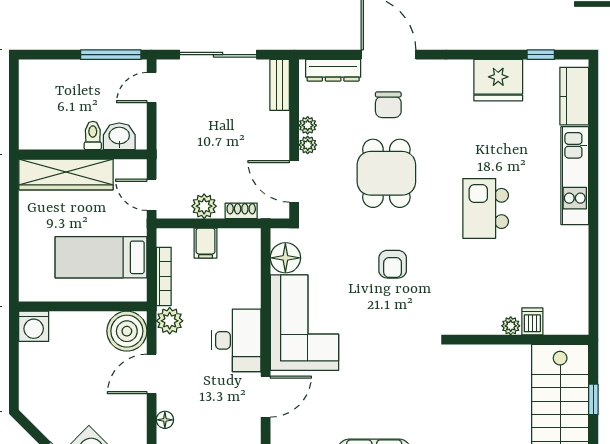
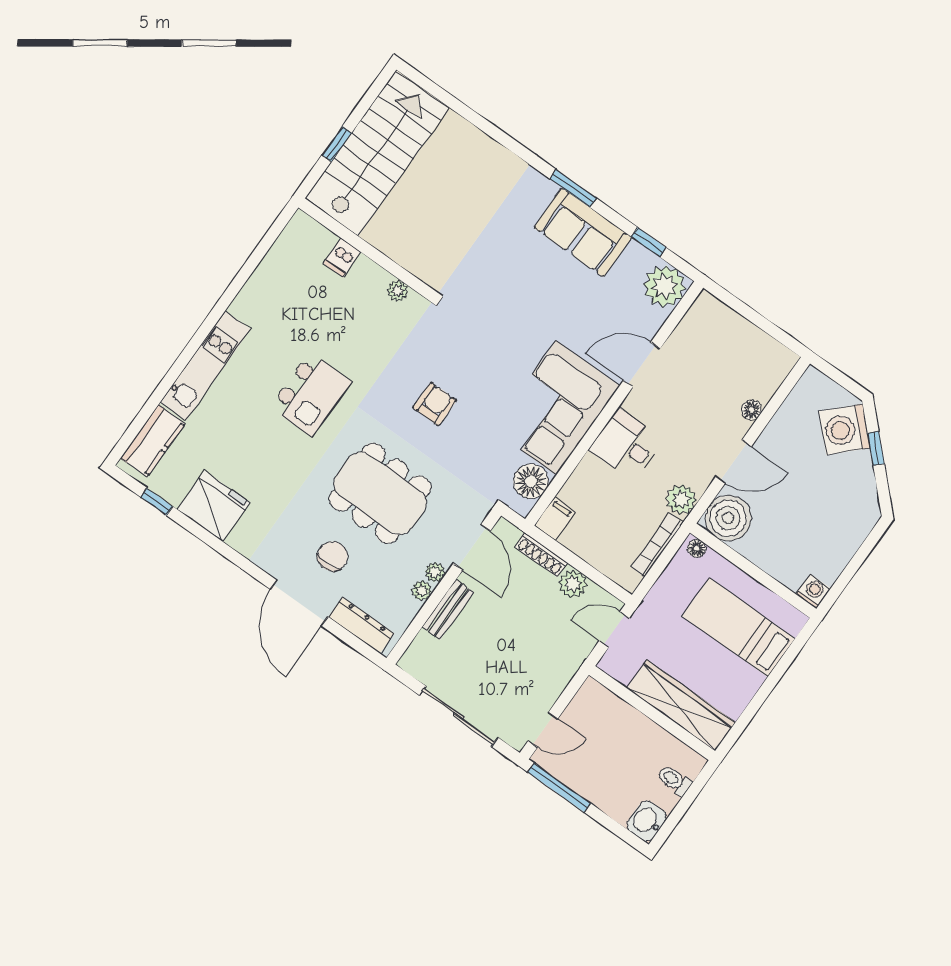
bench: (280, 85) -> (448, 610), moved
toilet: (93, 135) -> (674, 780), moved, turned 90
washbasin: (119, 136) -> (647, 821), moved, turned 90
dining table: (386, 173) -> (380, 493), width x1.37
door: (152, 195) -> (614, 629), swing flipped
shoe rack: (241, 211) -> (541, 555), width x1.43
filing cabinet: (205, 243) -> (555, 519), moved
bed: (101, 257) -> (739, 627), moved, turned 180
floor lamp: (134, 294) -> (697, 548), added
washing machine: (34, 326) -> (813, 591), width x0.73, depth x0.73
plant: (511, 326) -> (398, 291), moved
desk: (236, 340) -> (626, 445), width x0.73

